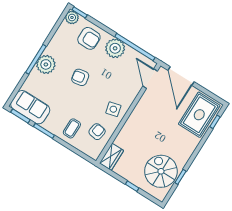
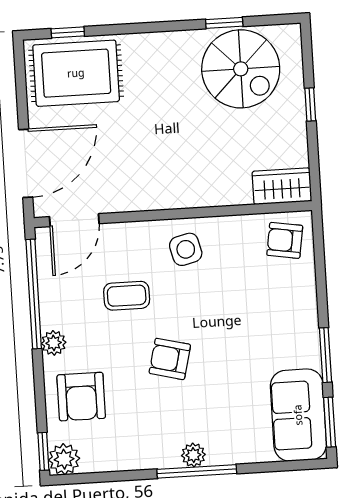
armchair: (89, 38) -> (81, 397), turned 180
plant: (115, 48) -> (54, 343), width x0.53, depth x0.53
plant: (46, 64) -> (193, 455), width x0.53, depth x0.53
armchair: (80, 77) -> (170, 359), turned 114
coffee table: (72, 128) -> (127, 296), moved
armchair: (97, 132) -> (285, 240), moved
spiral stairs: (161, 171) -> (241, 69), turned -90

